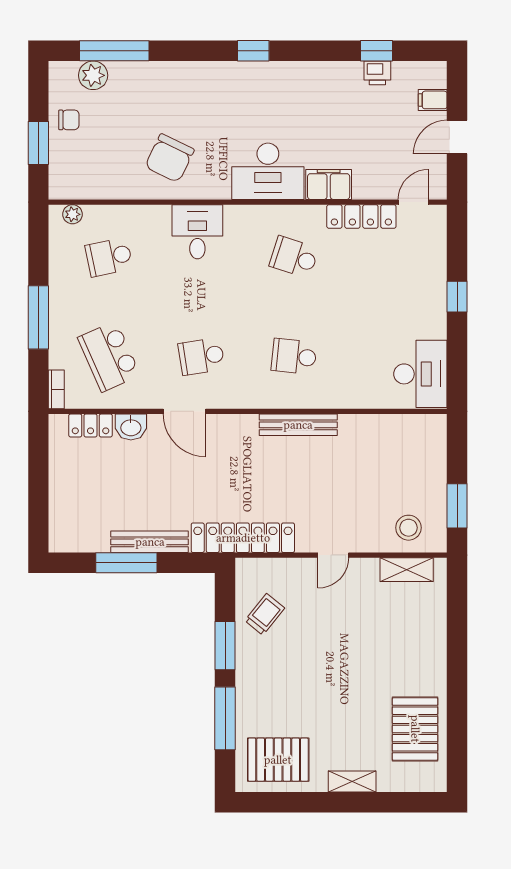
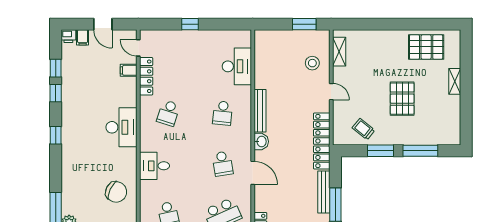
window: (331, 51) -> (56, 93), added
printer: (377, 73) -> (68, 36), moved, turned 90
chair: (170, 158) -> (116, 192), moved
filing cabinet: (329, 184) -> (129, 70), moved, width x0.50
desk: (420, 374) -> (237, 66), moved, turned 90
door: (184, 411) -> (253, 173), hinge flipped
washbasin: (131, 427) -> (261, 142), moved
stool: (408, 528) -> (312, 63), moved
pallet: (278, 760) -> (402, 99), moved

